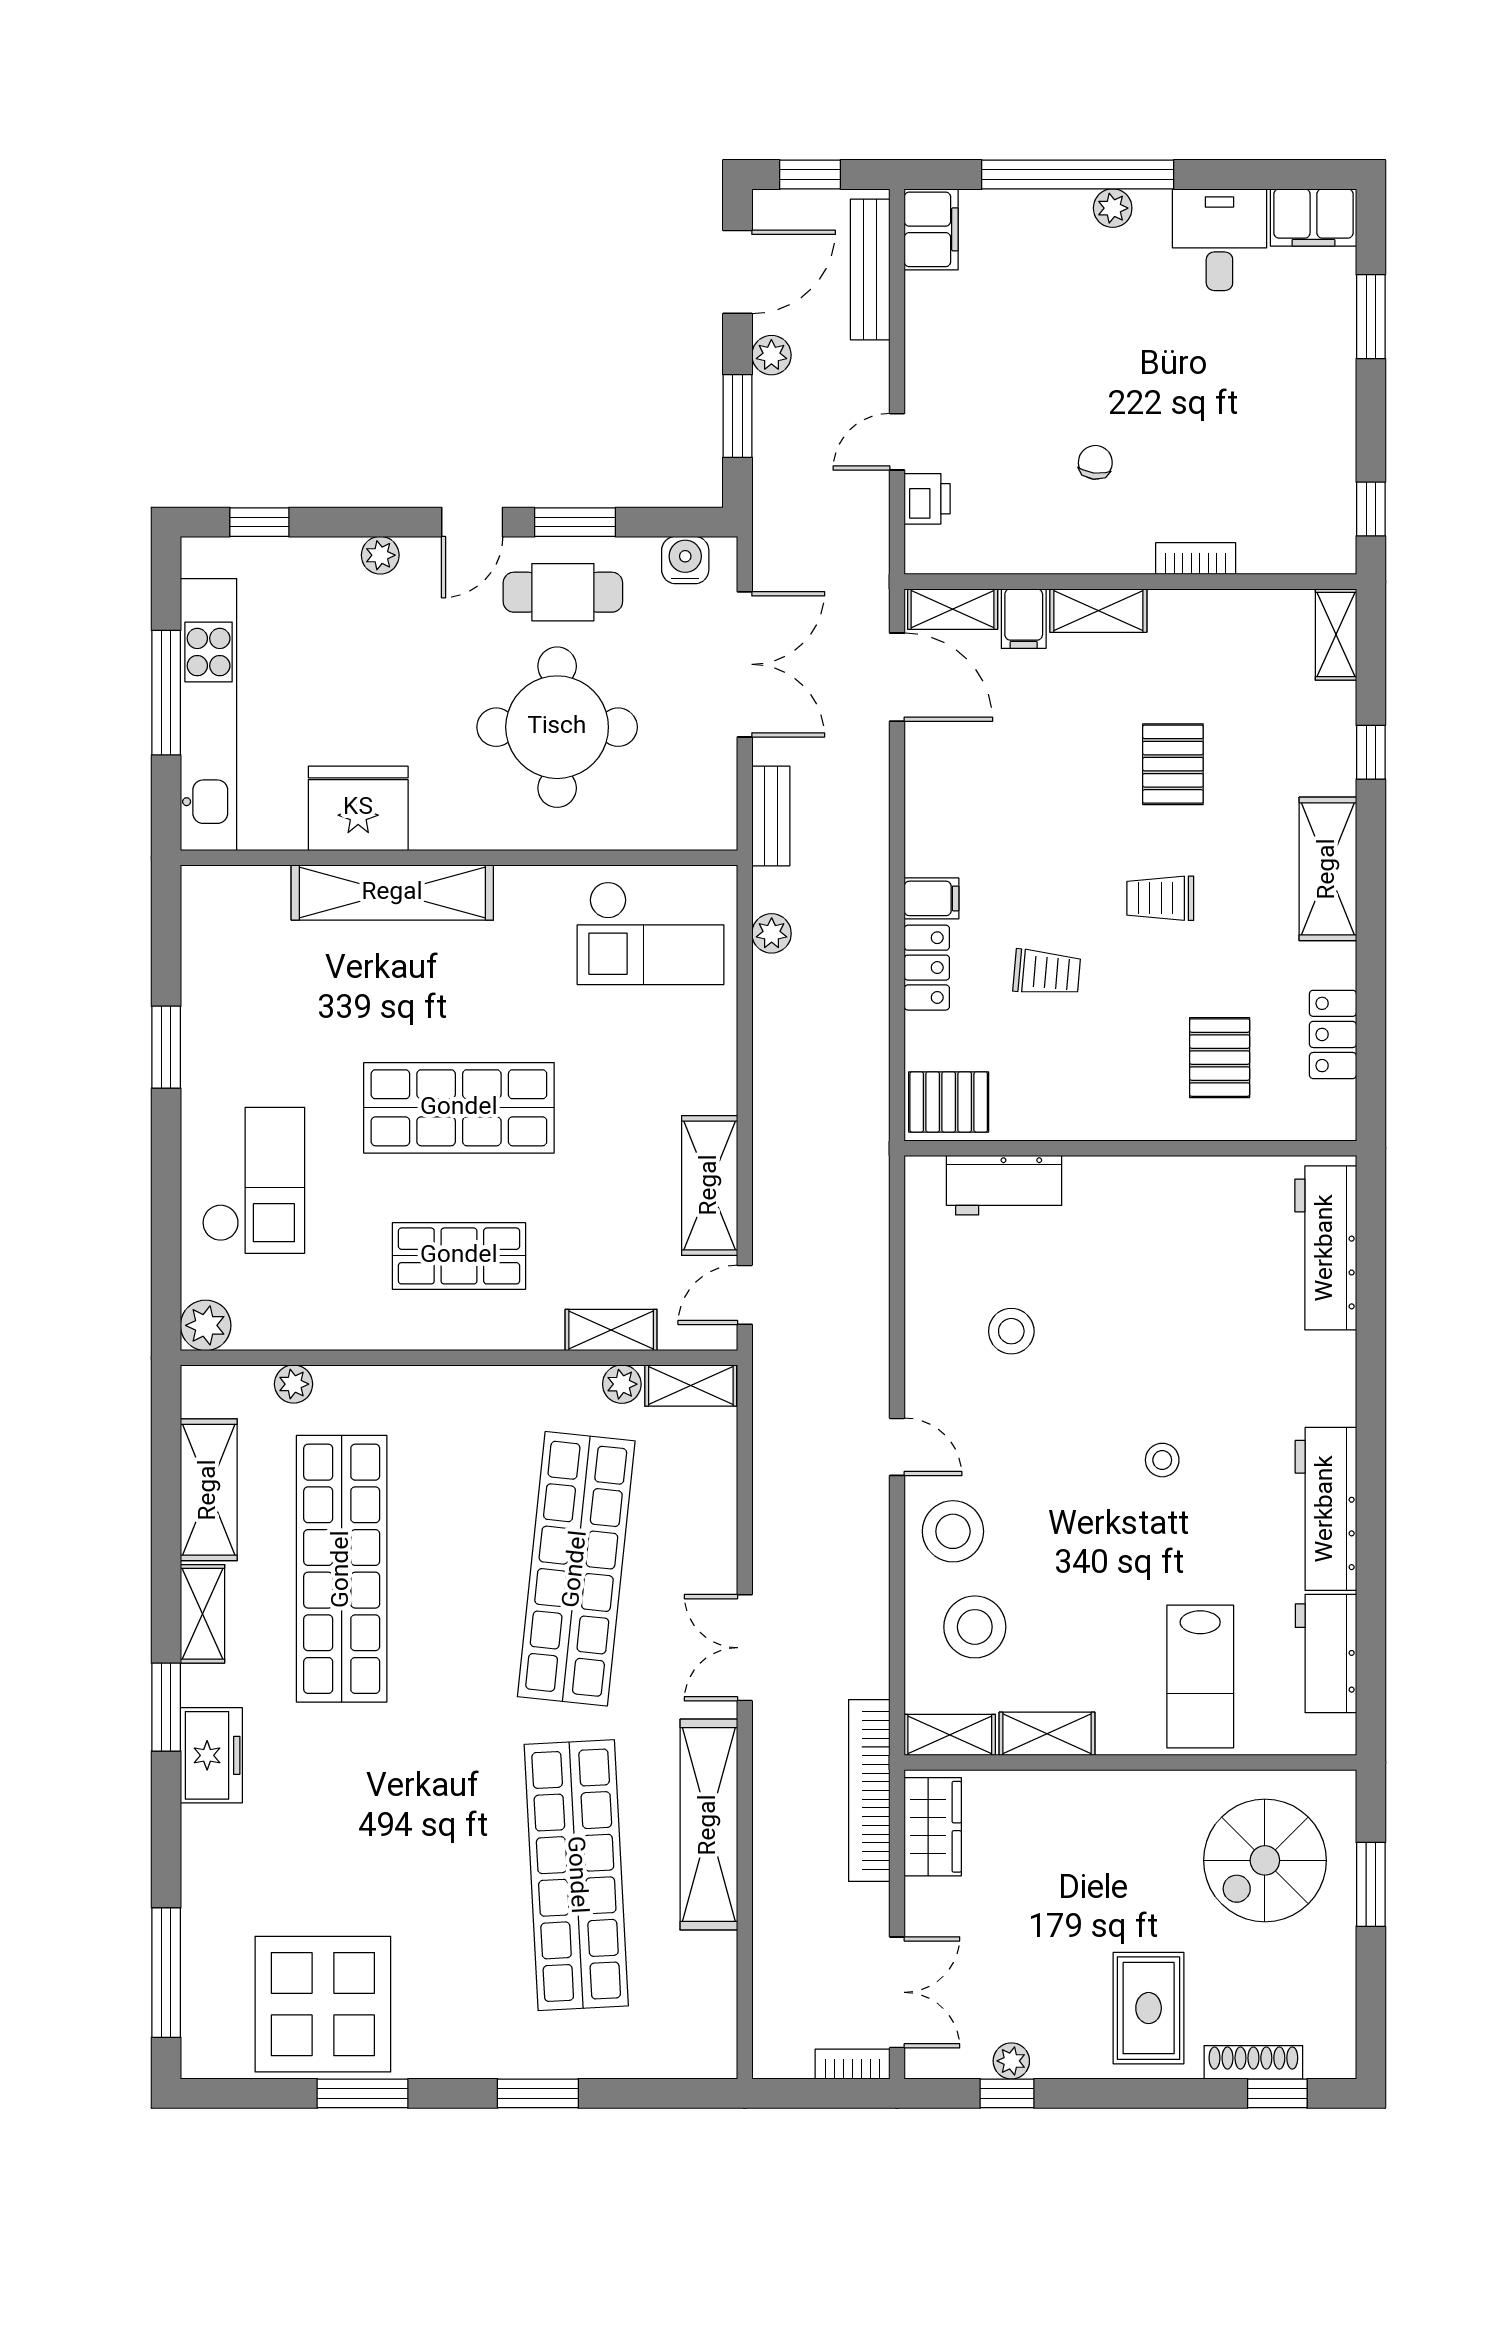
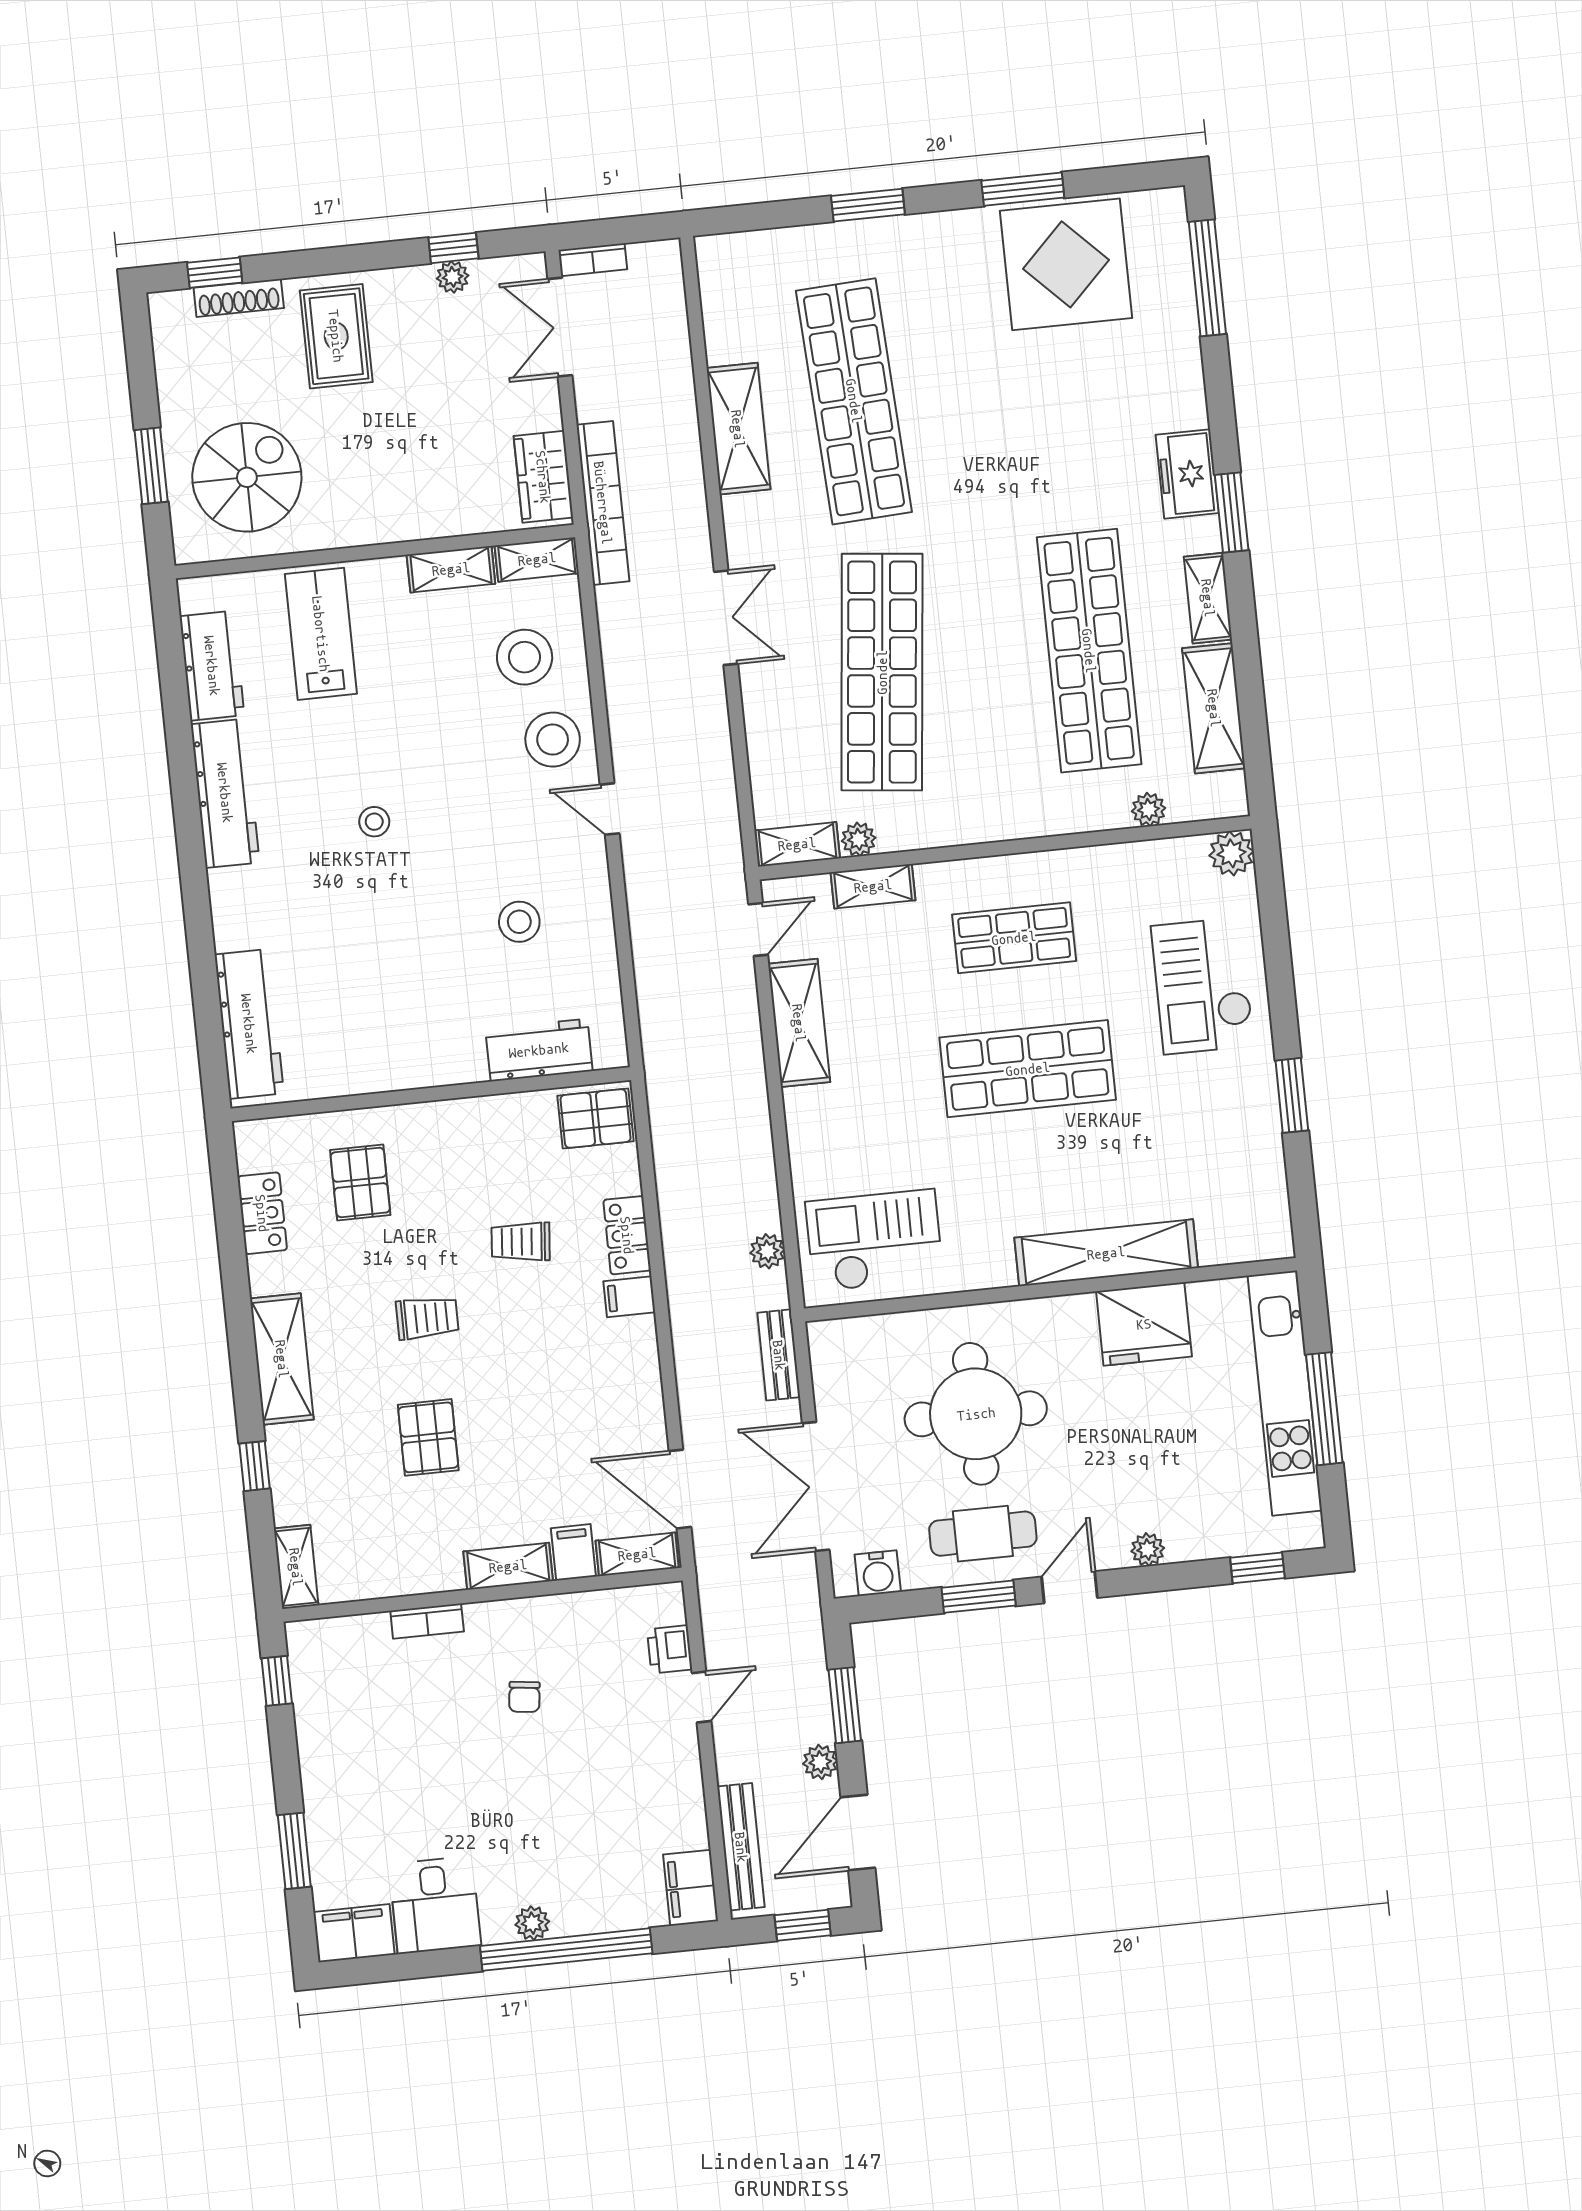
shelving: (709, 1825) -> (738, 429), width x0.68

